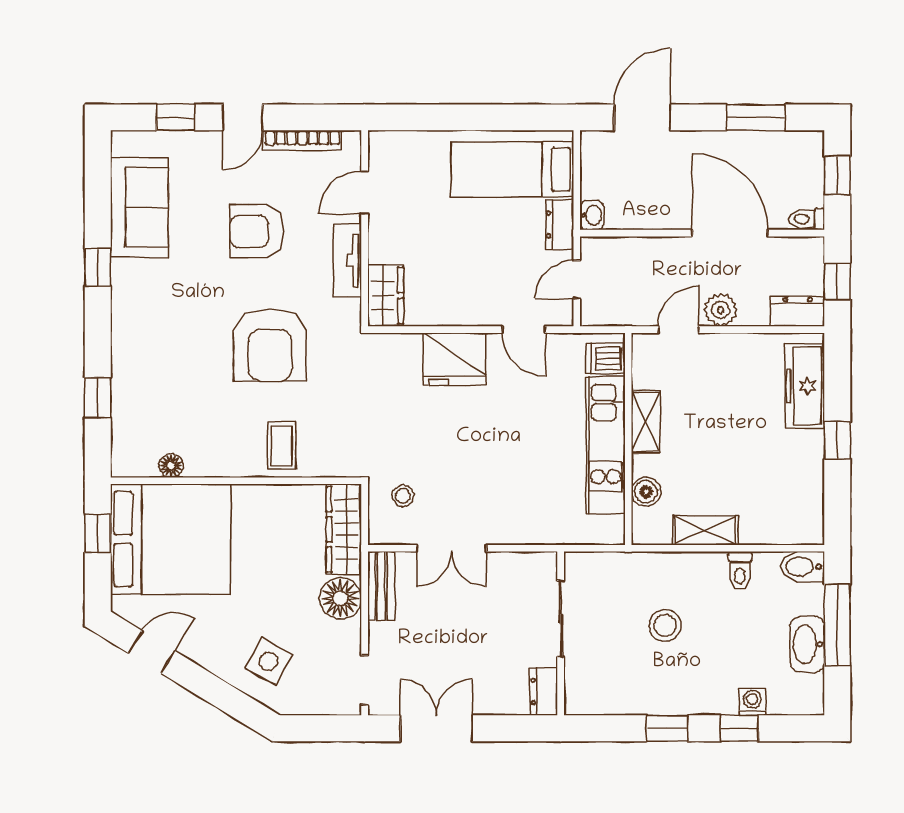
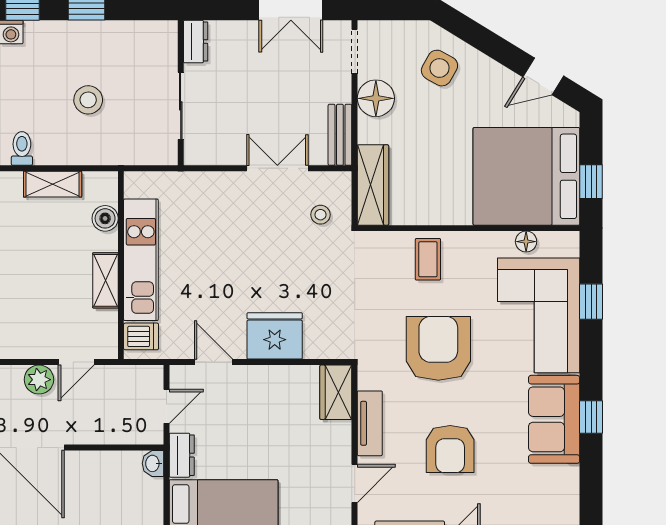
sofa: (139, 207) -> (554, 419), moved
armchair: (257, 231) -> (450, 449), turned 90
corner sofa: (157, 382) -> (539, 315), added
floor lamp: (340, 598) -> (376, 98), moved

